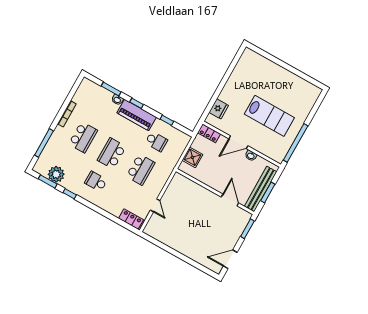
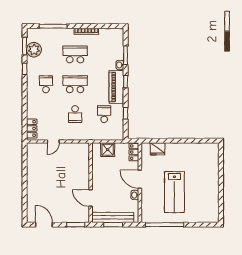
school desk: (83, 137) -> (75, 54), turned 180
school desk: (156, 141) -> (104, 114), turned 180
school desk: (141, 170) -> (75, 114), width x0.54
door: (230, 200) -> (91, 198), swing flipped

